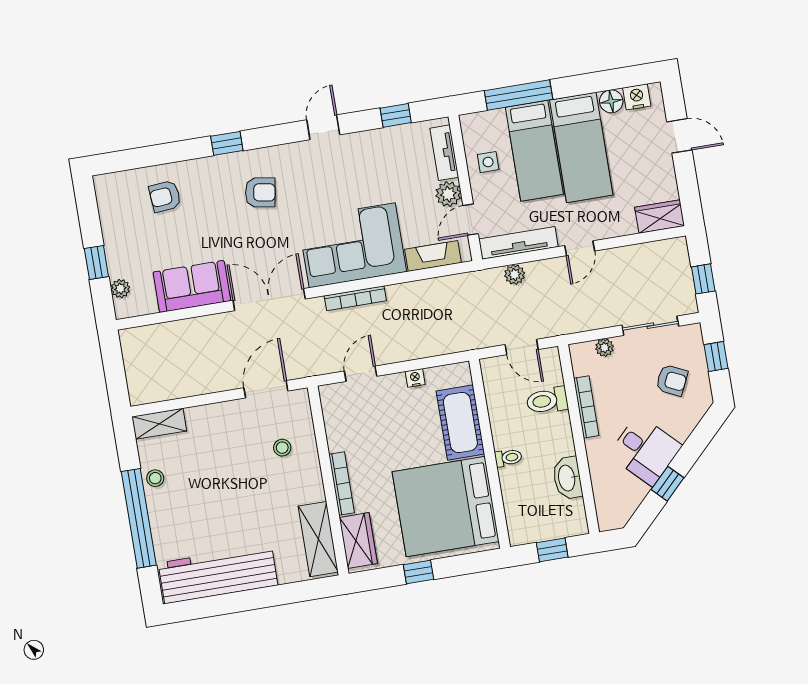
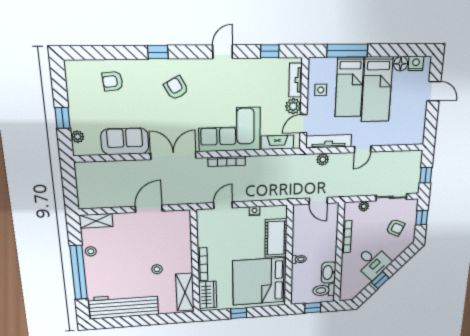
armchair: (260, 192) -> (176, 88), turned -128
wardrobe: (660, 217) -> (411, 137), removed
door: (266, 389) -> (149, 209), moved
toilet: (547, 401) -> (324, 290), moved
stool: (282, 448) -> (157, 269), moved

